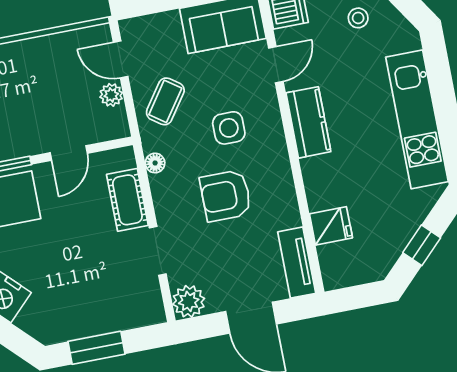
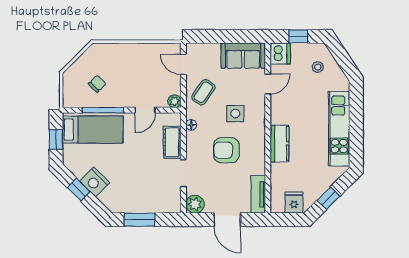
plant: (111, 95) -> (174, 101), moved
kitchen counter: (308, 122) -> (279, 143), moved
fridge: (331, 226) -> (294, 203), moved, turned -90

